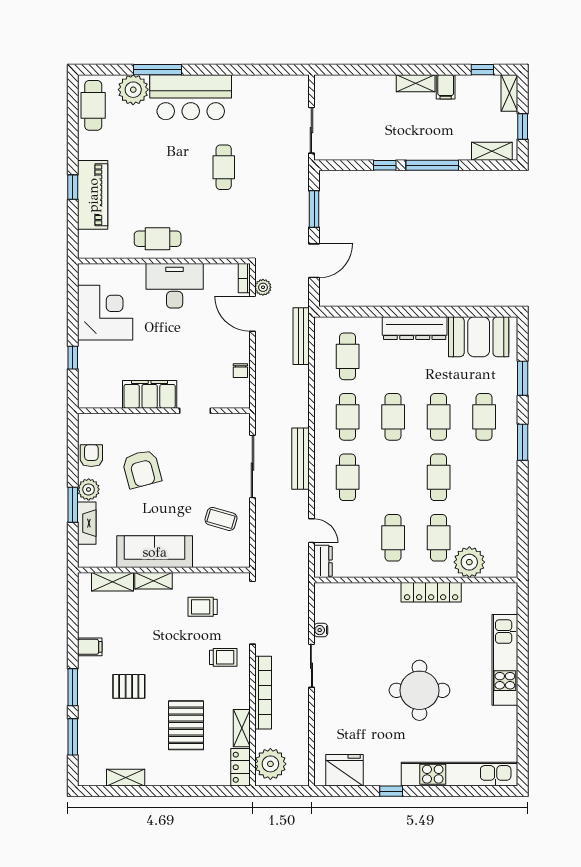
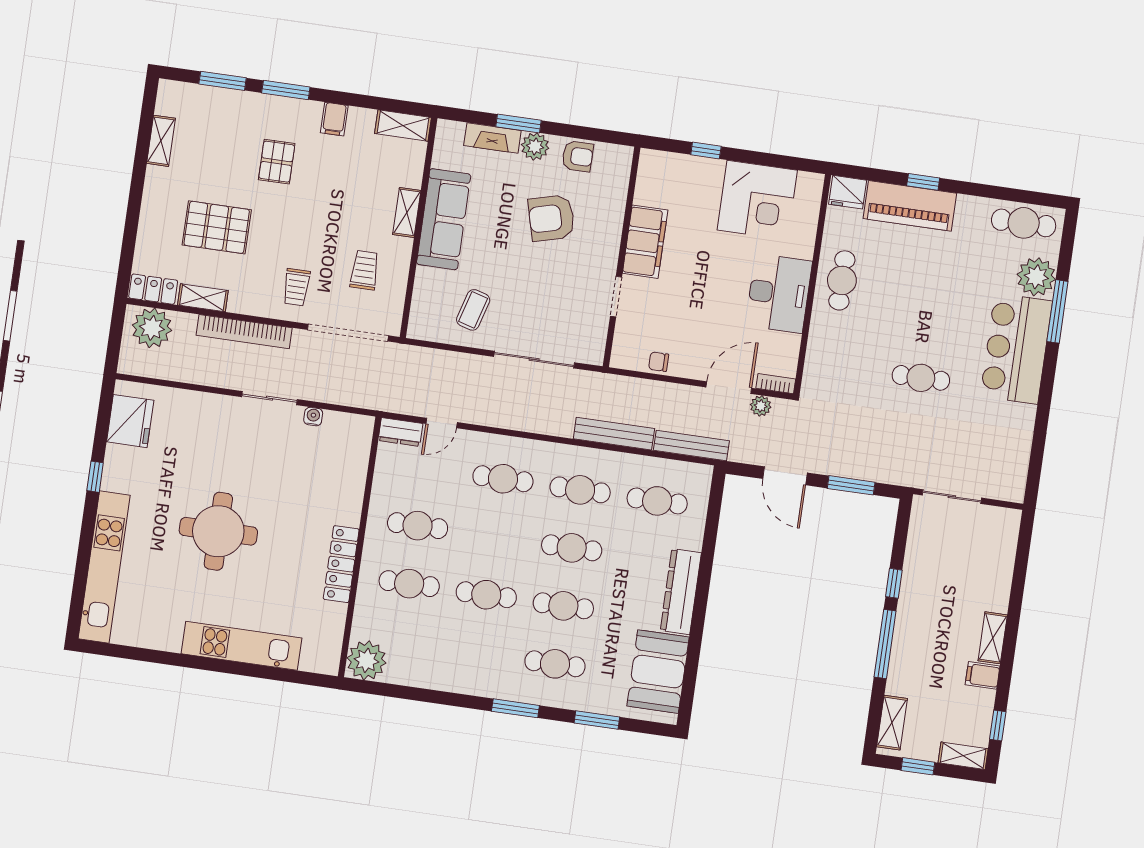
fridge: (89, 244) -> (848, 192), added
bench: (301, 459) -> (614, 434), moved
plant: (469, 562) -> (366, 660), moved
shelving: (113, 582) -> (403, 126), moved, turned 90

